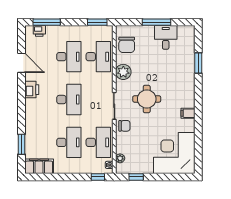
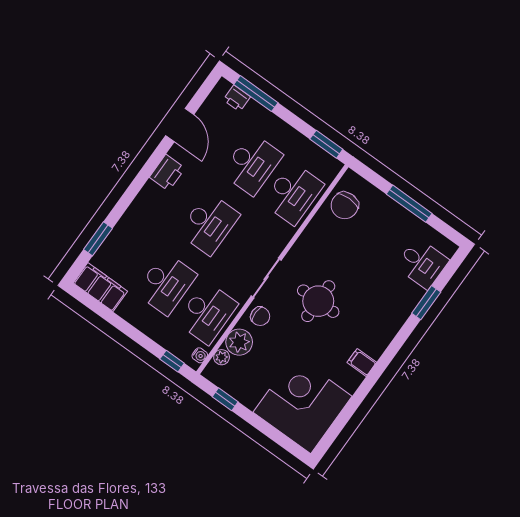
desk: (166, 37) -> (422, 263), moved, turned 90
plant: (123, 72) -> (239, 342), moved

